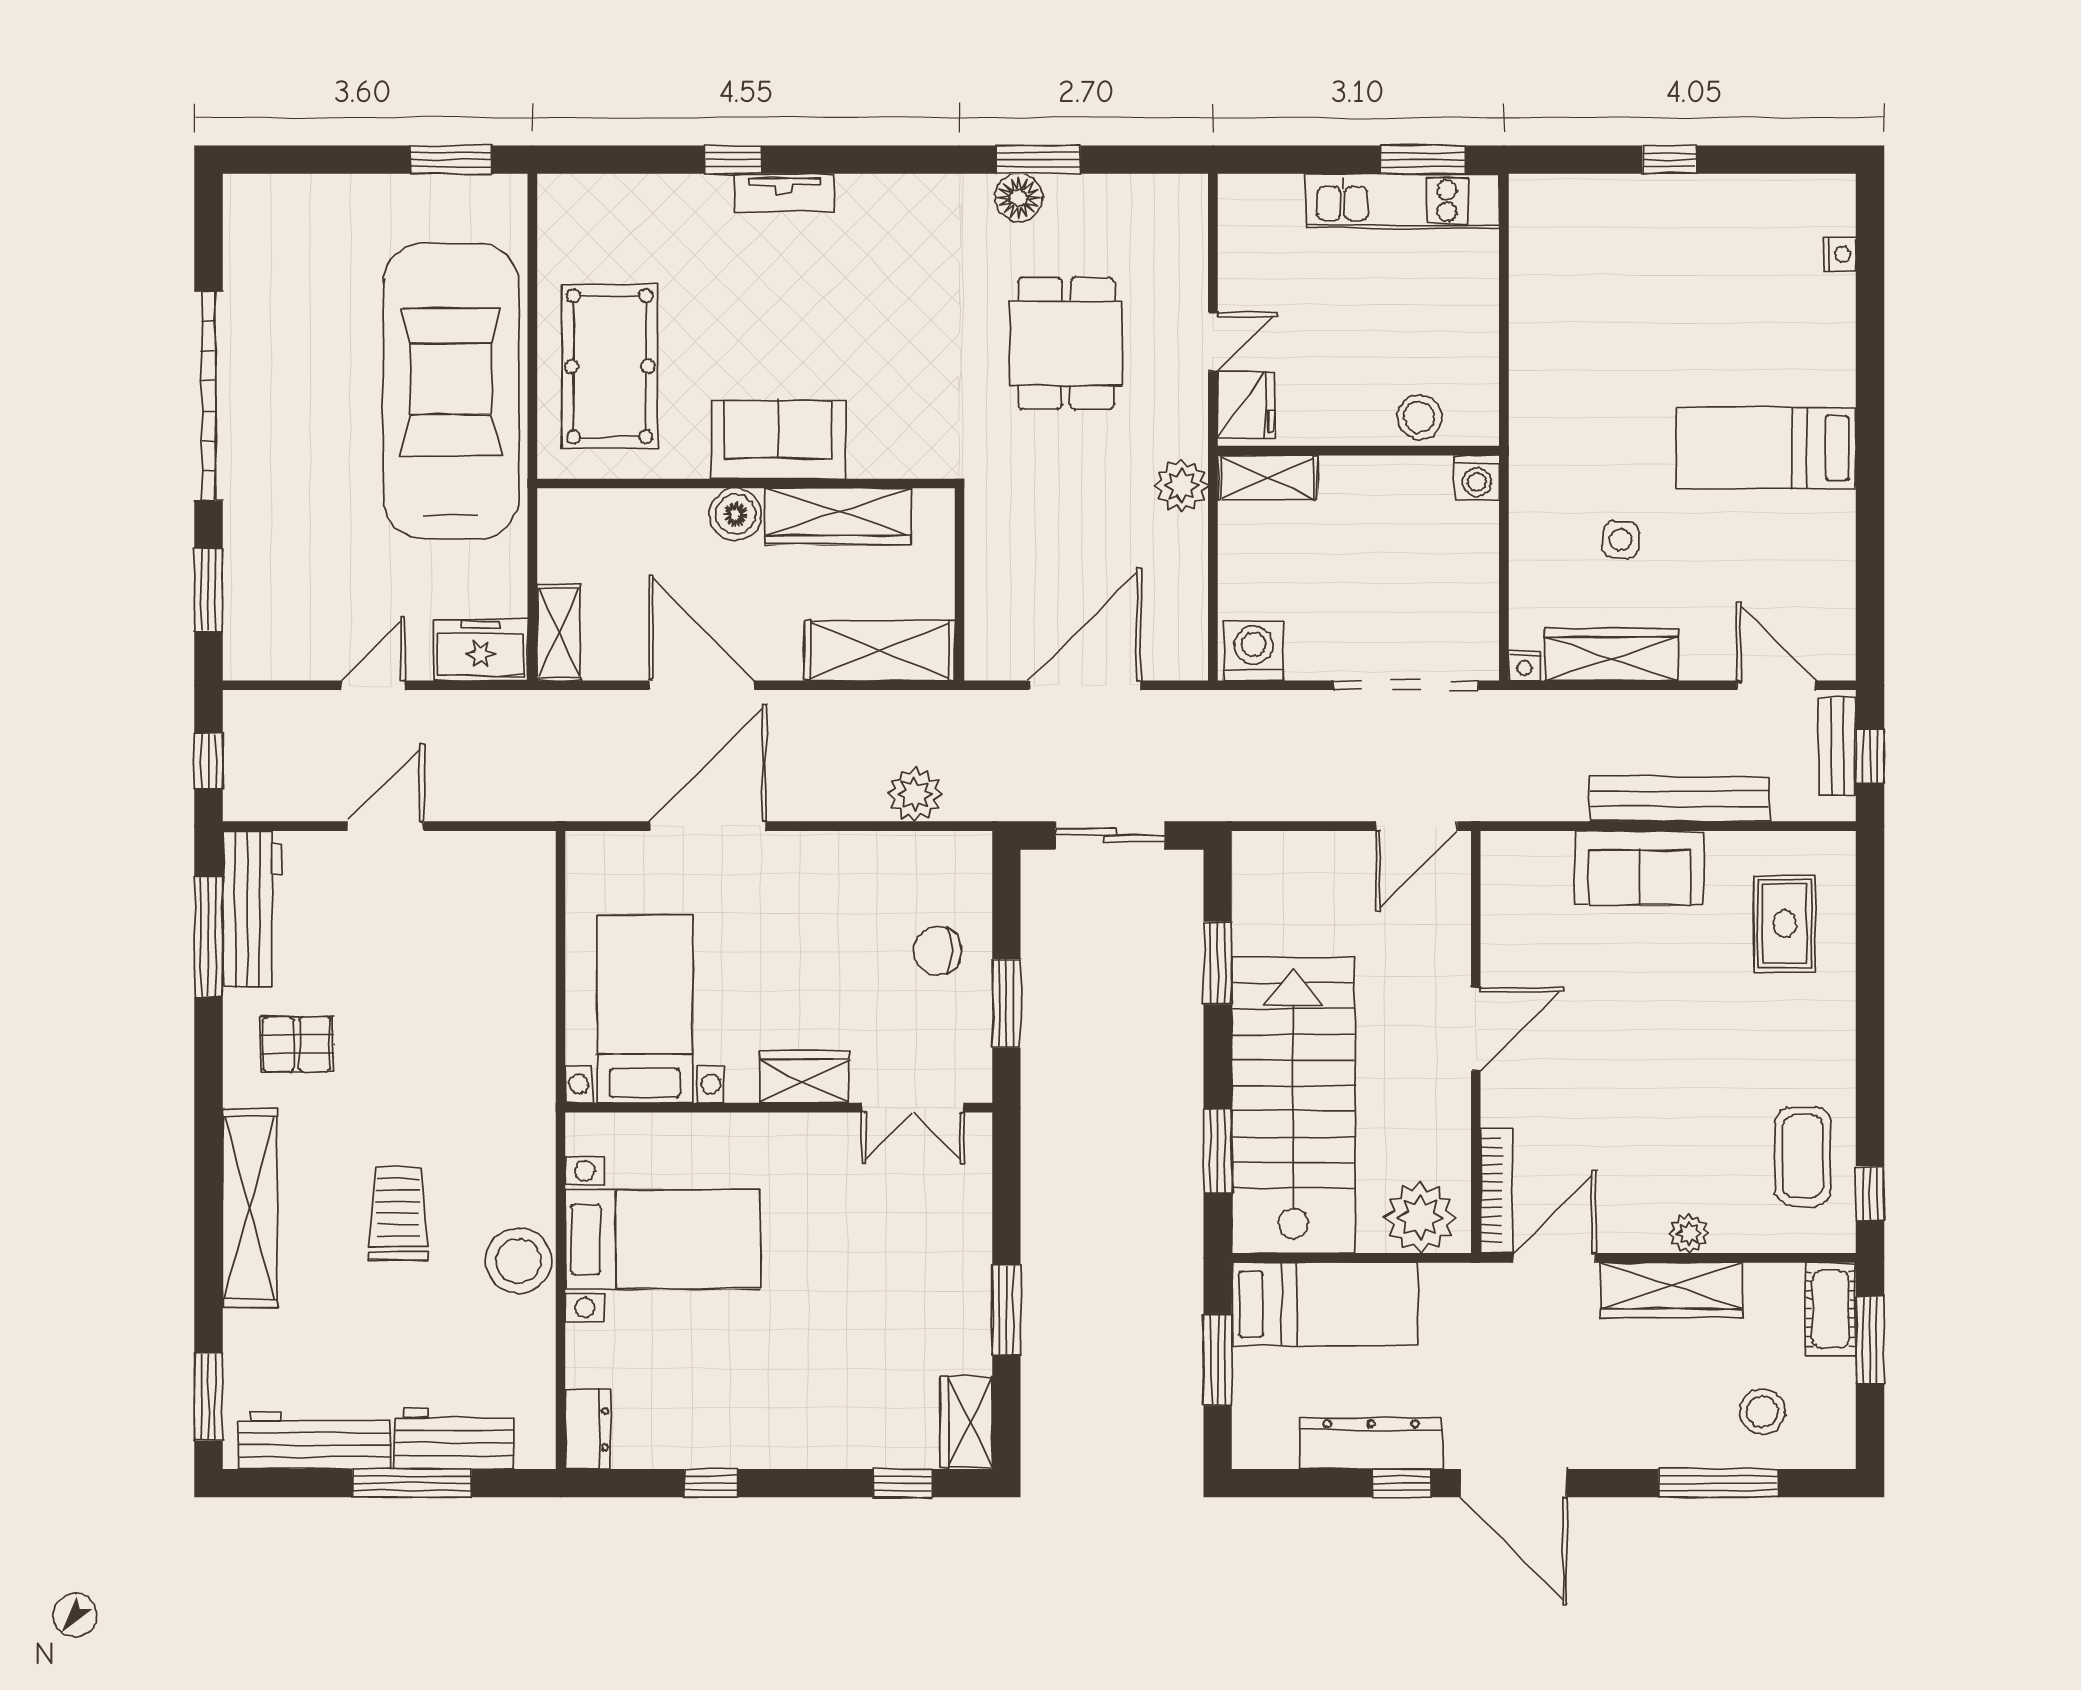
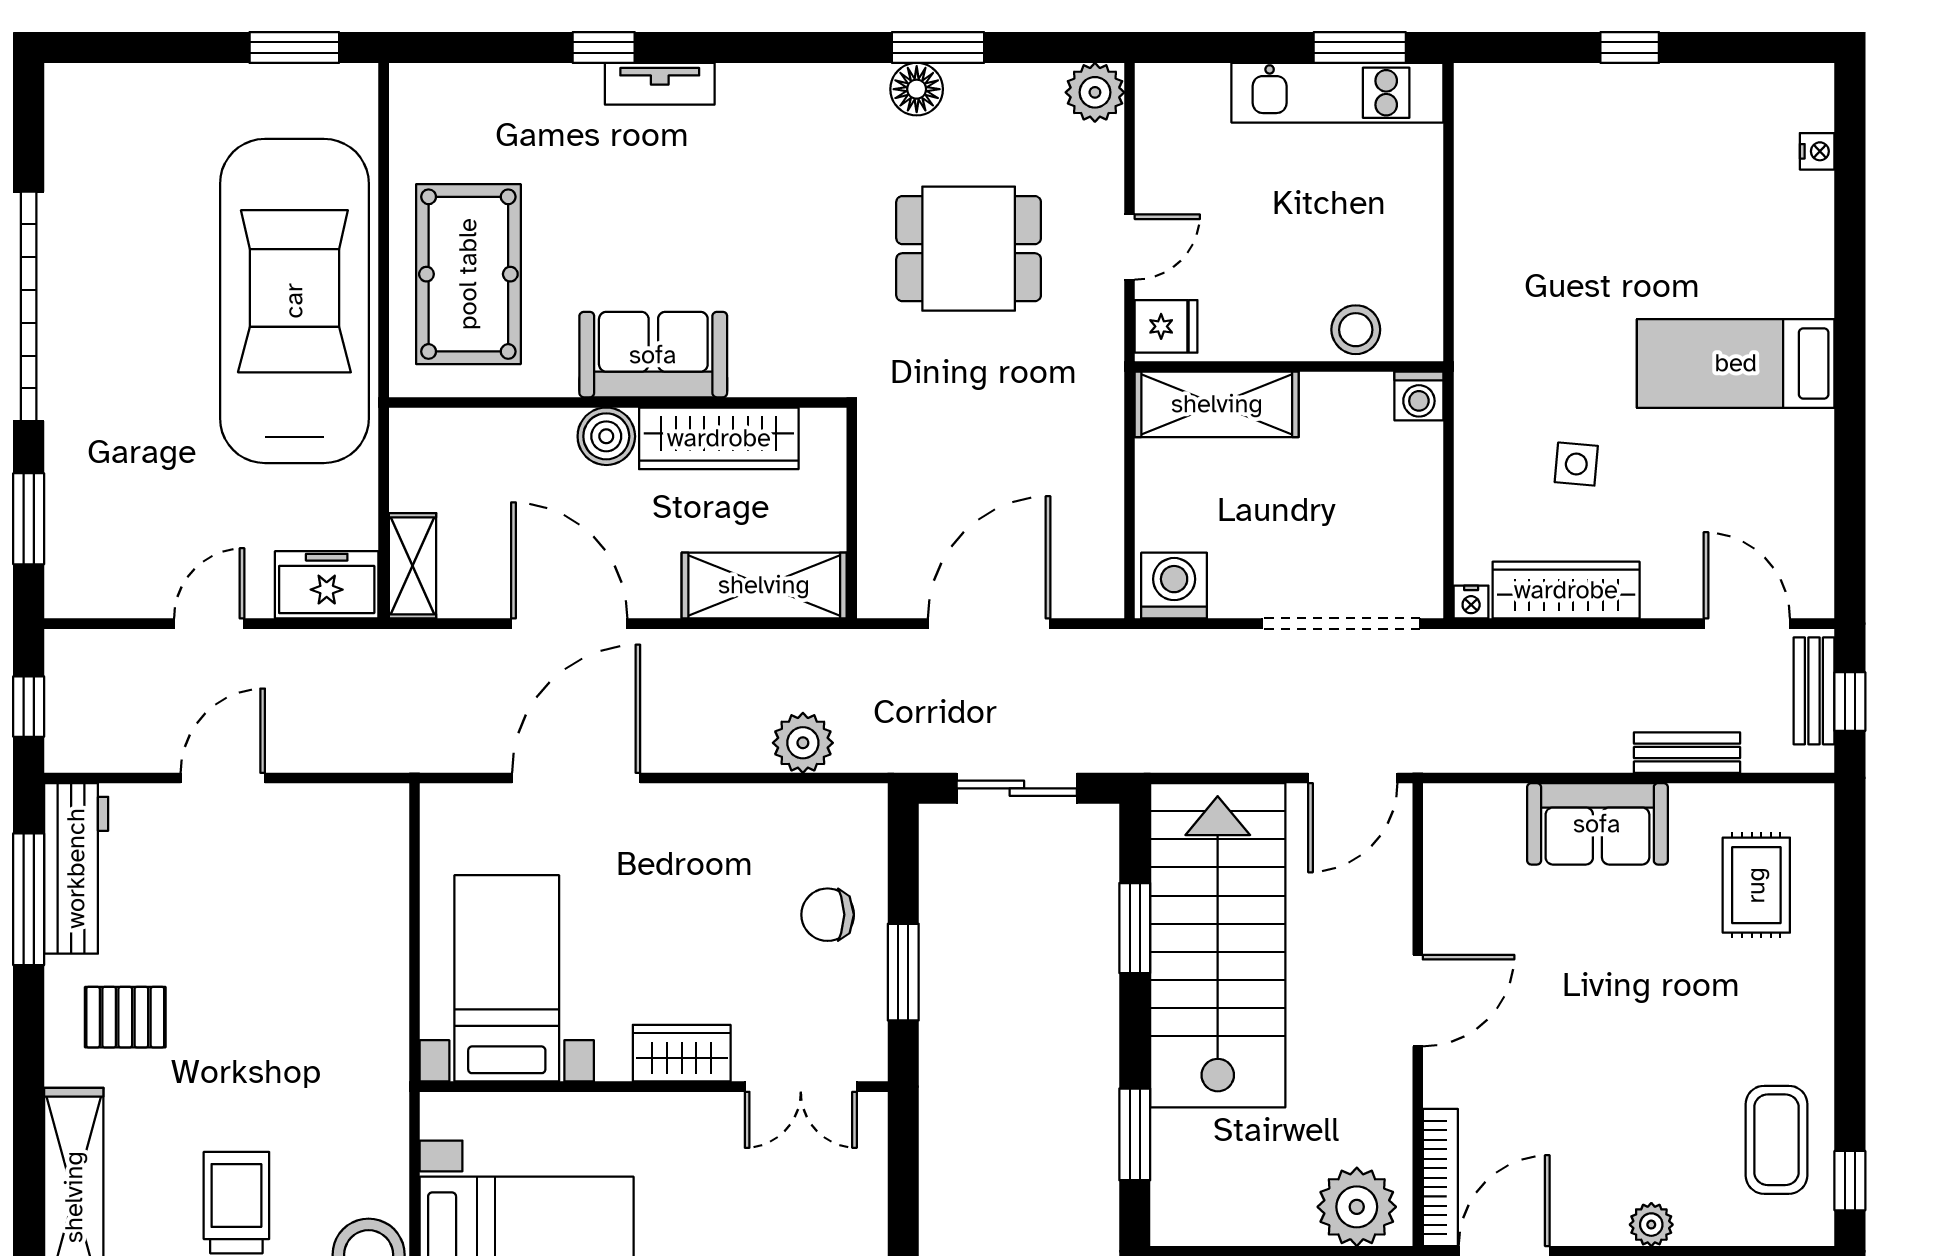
dining table: (1066, 343) -> (969, 249), turned 90
fridge: (1246, 405) -> (1166, 326), width x0.72
shelving: (1267, 478) -> (1217, 404), width x1.50, depth x1.33
plant: (1181, 486) -> (1095, 92), moved
bench: (1680, 799) -> (1687, 753), width x0.54, depth x0.82
stairs: (1293, 1105) -> (1218, 945), moved

